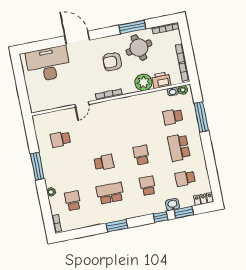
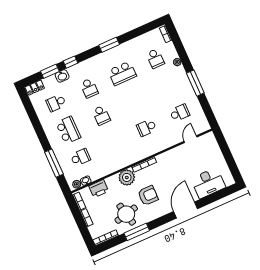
door: (77, 38) -> (185, 210), swing flipped
desk: (48, 64) -> (208, 183), width x0.73, depth x0.77
plant: (143, 82) -> (127, 177), moved
door: (82, 104) -> (191, 139), moved
school desk: (104, 162) -> (147, 128), moved
school desk: (185, 178) -> (56, 103), turned 180

